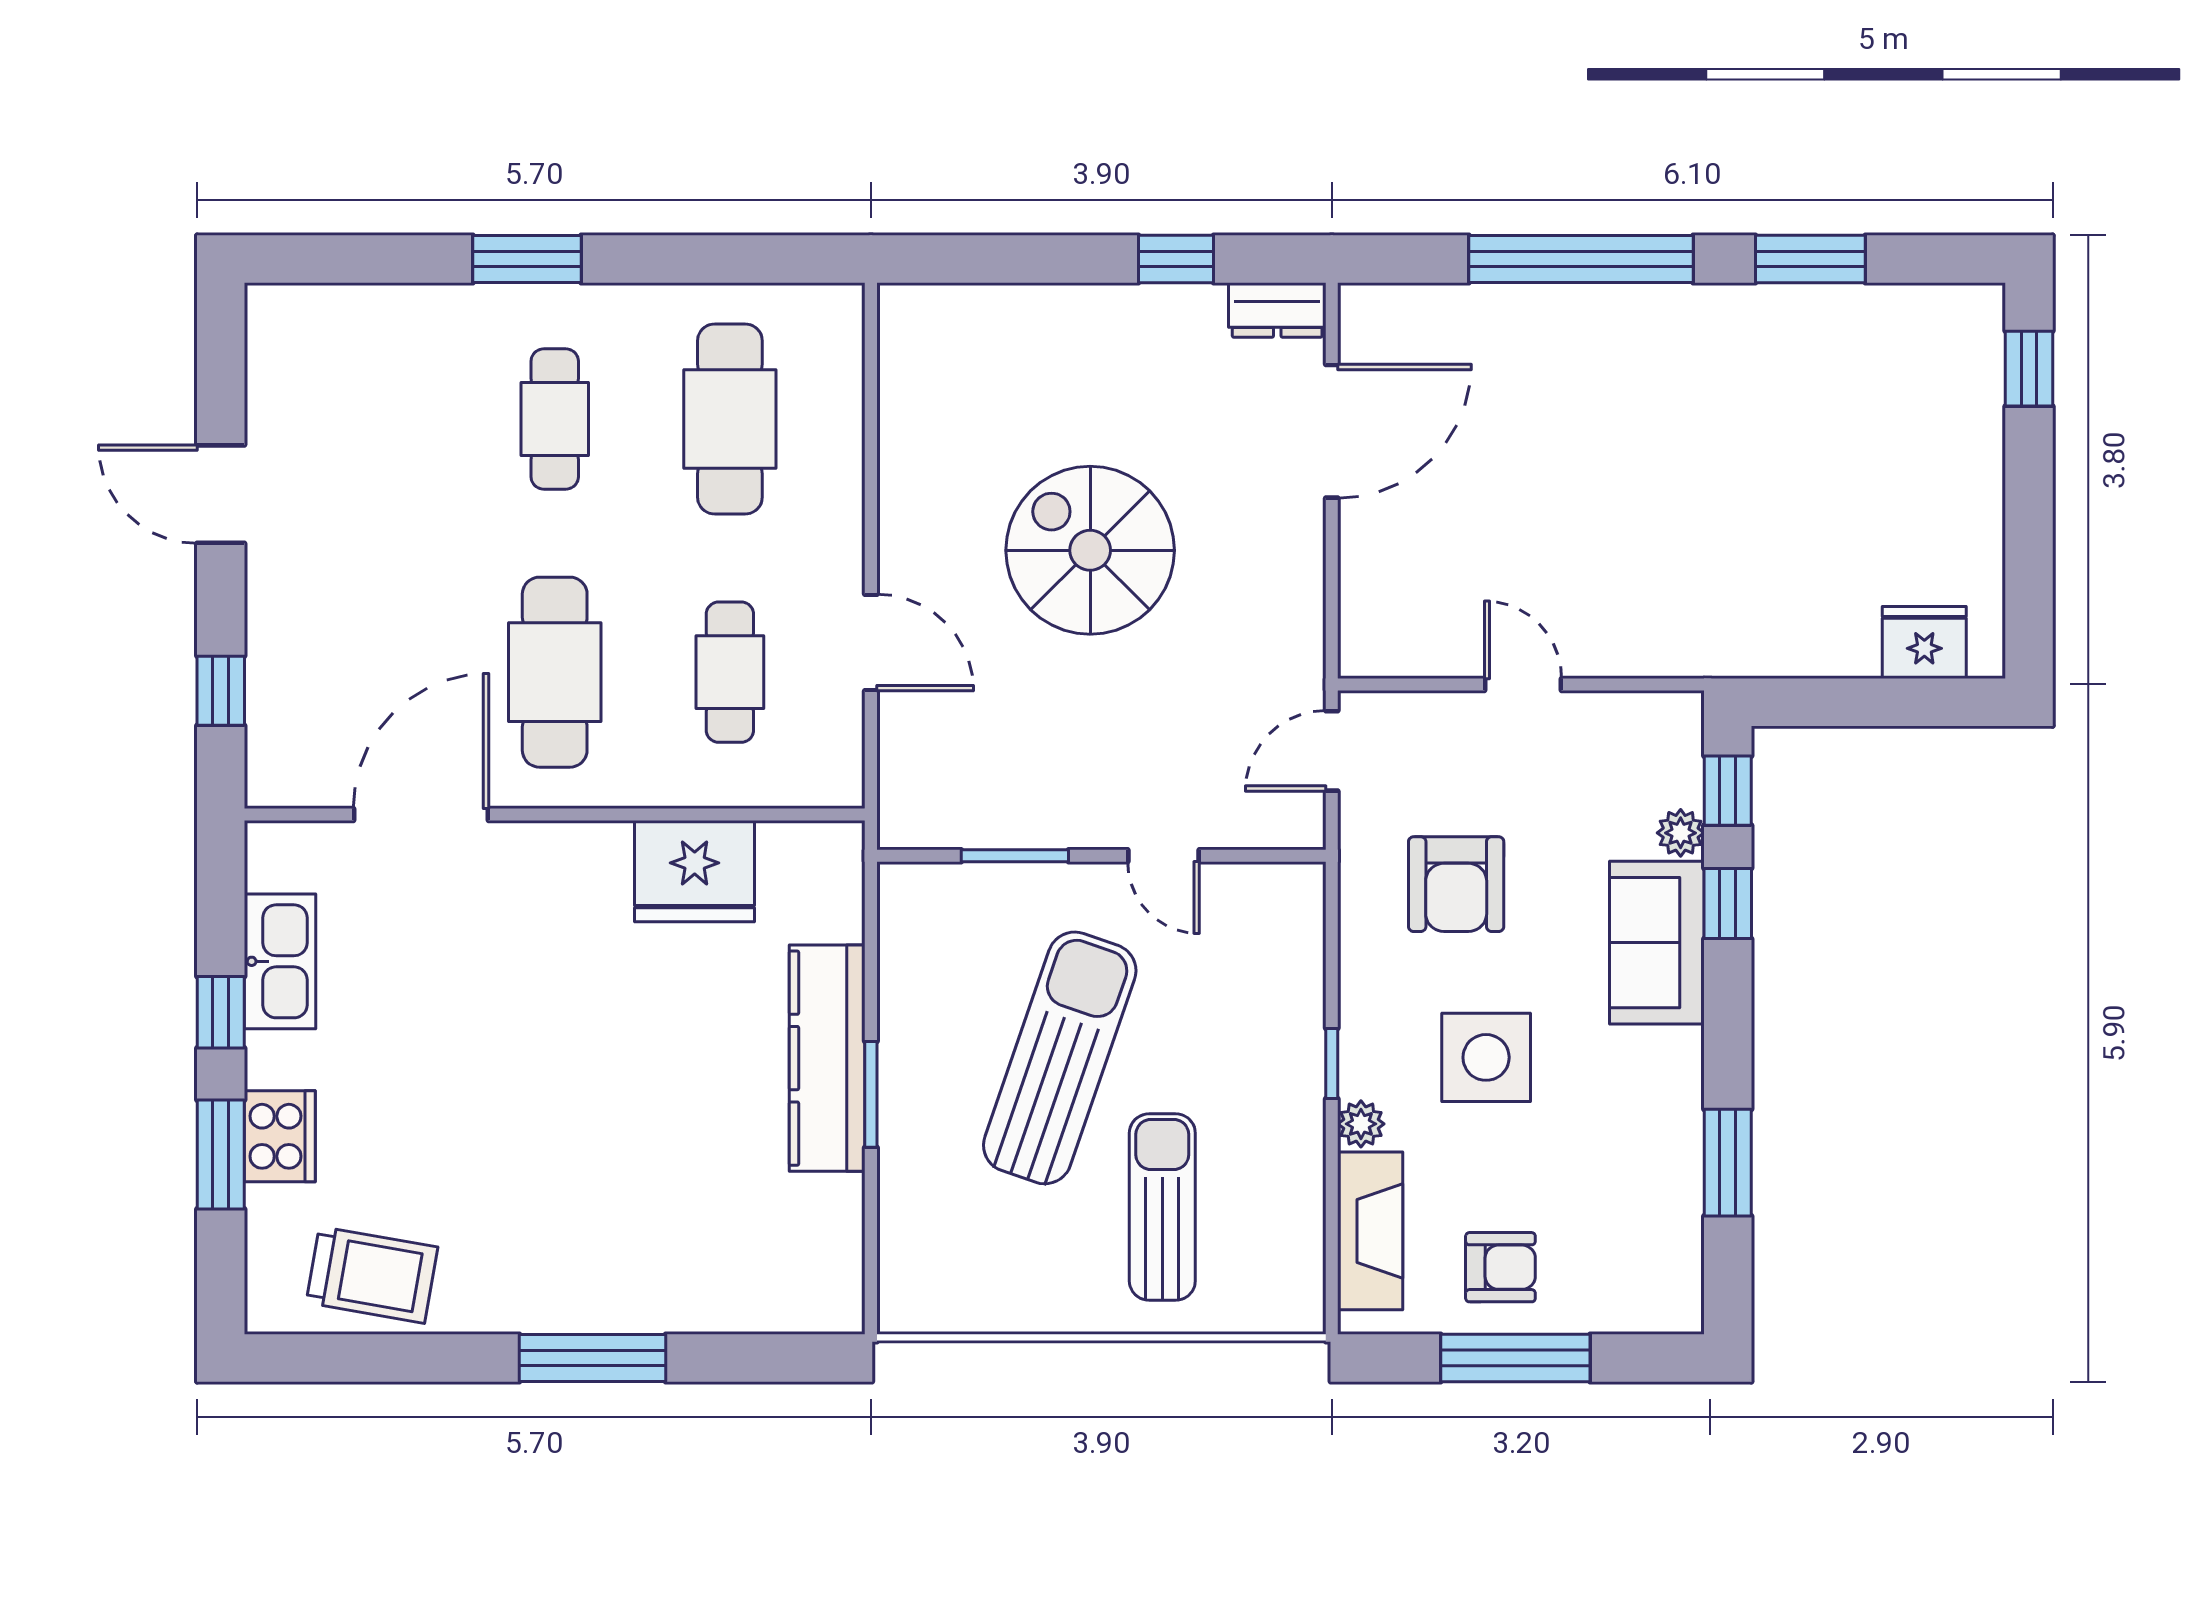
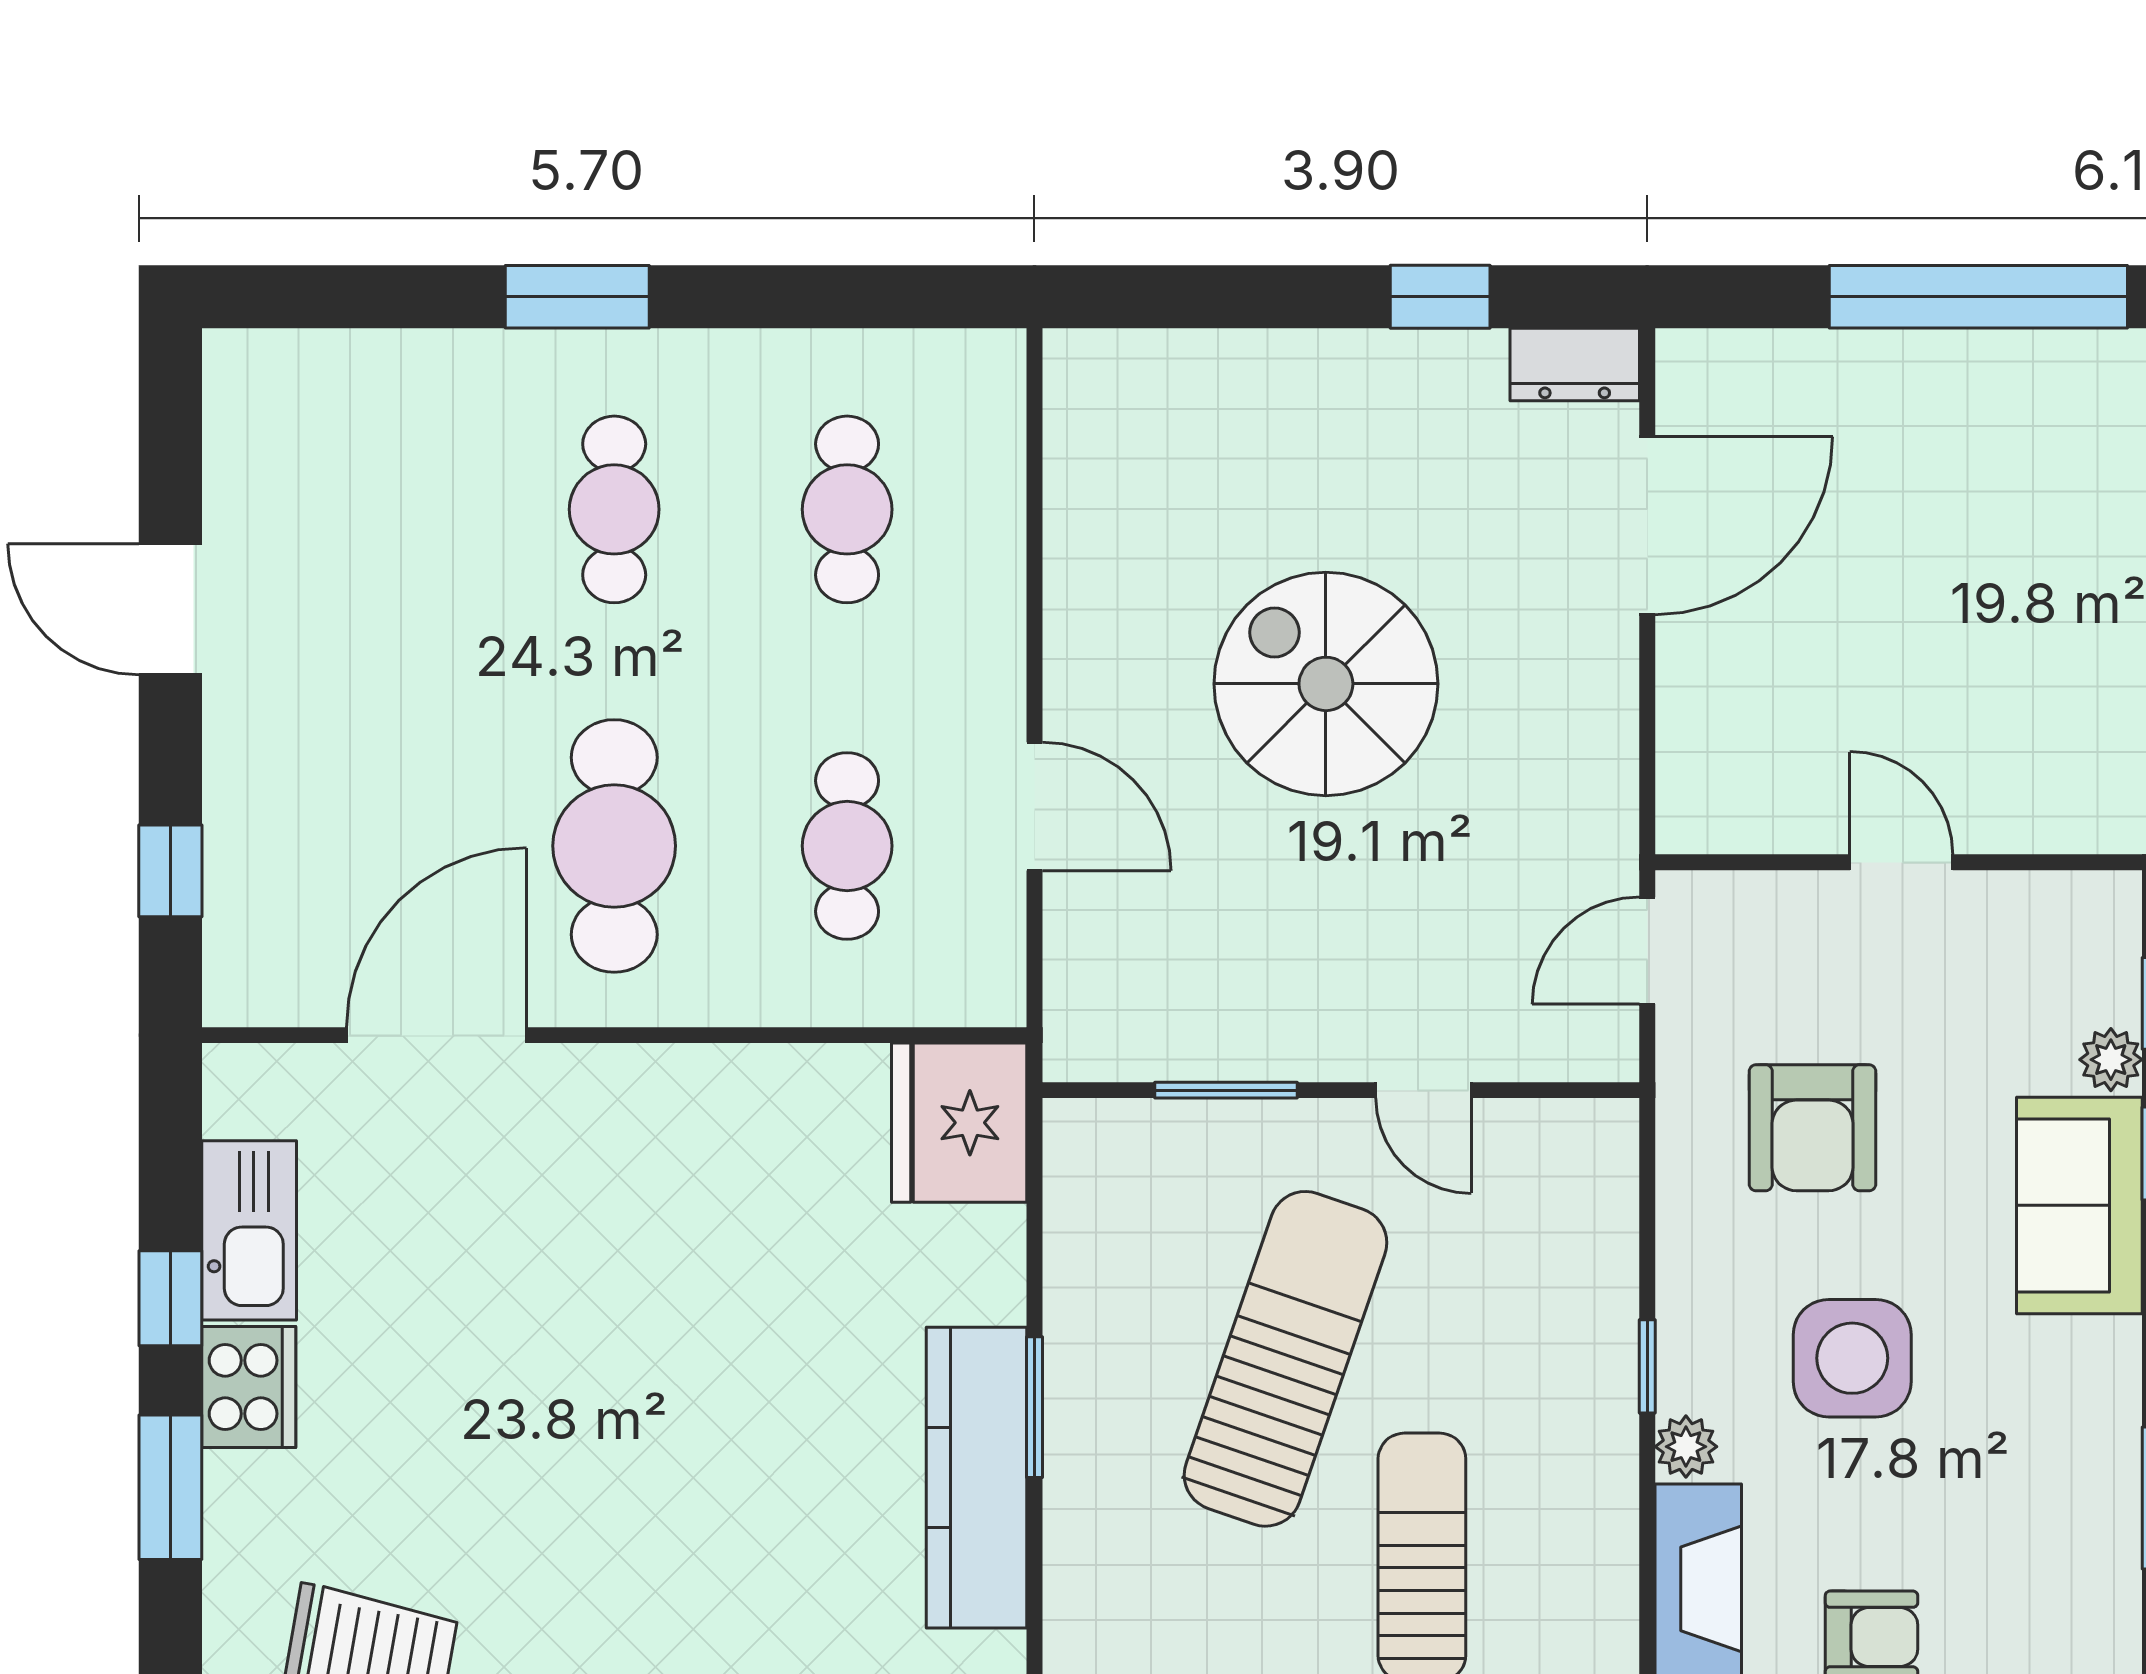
cafe table: (730, 419) -> (847, 509), width x0.73, depth x0.74
fridge: (695, 871) -> (959, 1123), moved, turned 90
kitchen counter: (827, 1058) -> (976, 1478), moved
cooker: (280, 1136) -> (249, 1387), moved

